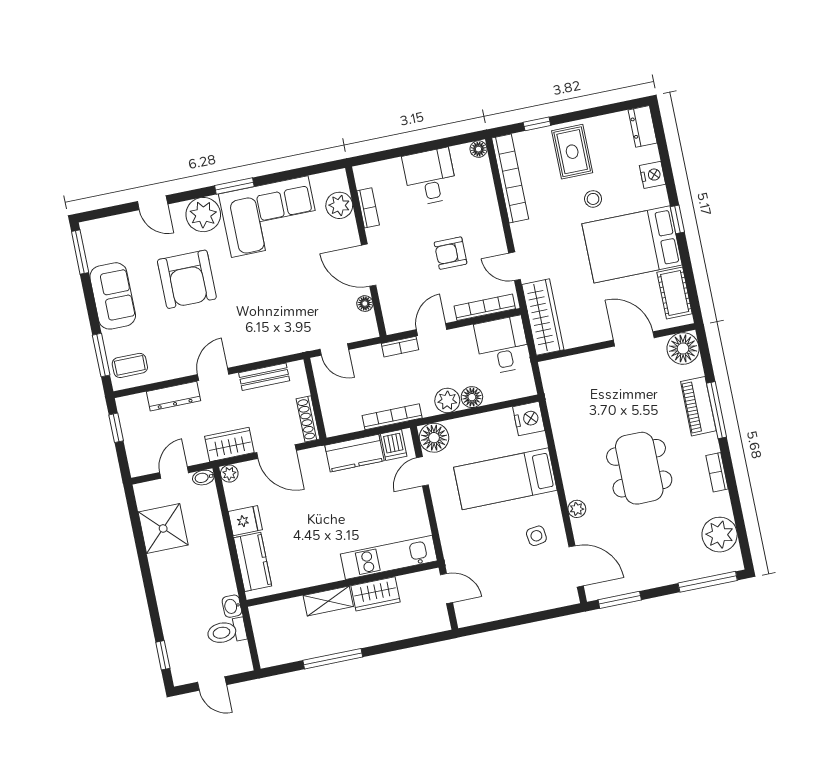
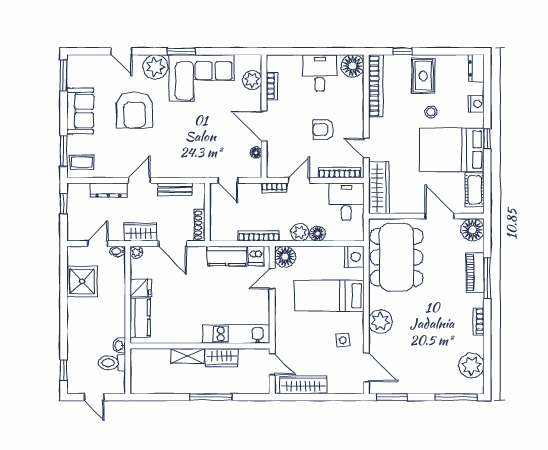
floor lamp: (478, 149) -> (353, 66), width x1.89, depth x1.89
dining table: (639, 468) -> (397, 257), moved, width x1.36, depth x1.24
plant: (577, 509) -> (380, 322), width x1.87, depth x1.87
wardrobe: (495, 608) -> (303, 385), added
window: (333, 659) -> (211, 397), moved

